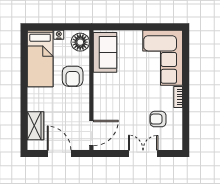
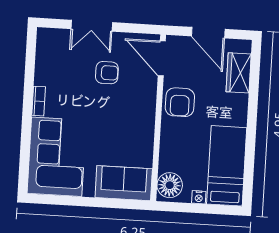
sofa: (105, 52) -> (124, 183), moved, turned 90
armchair: (73, 76) -> (180, 102), moved, turned 180
armchair: (158, 119) -> (107, 73), moved
door: (91, 133) -> (162, 58), hinge flipped

